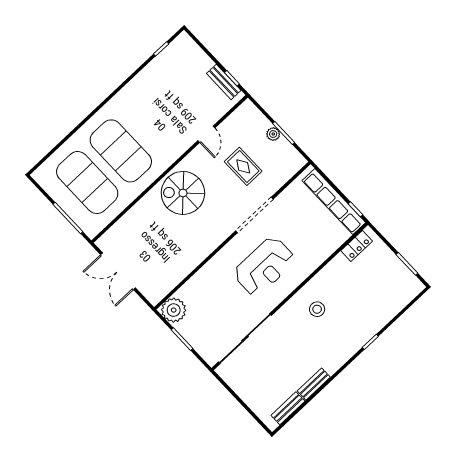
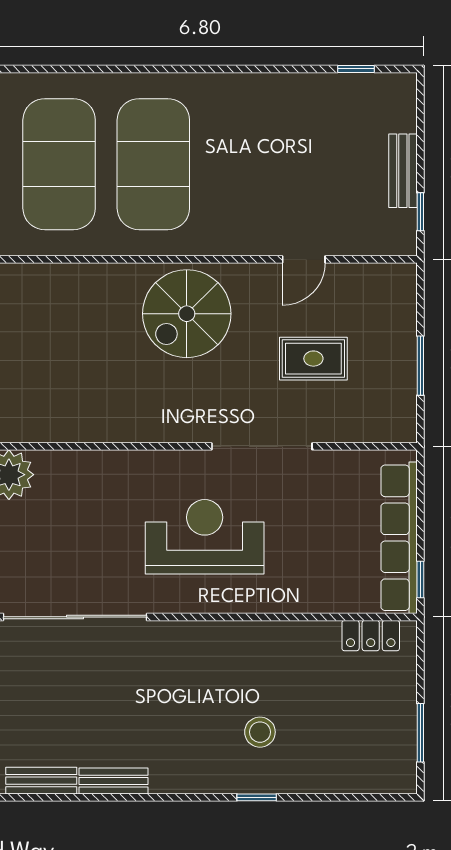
bench: (224, 82) -> (403, 171), moved
plant: (273, 134) -> (403, 353), removed
rug: (243, 166) -> (313, 359), turned 90
spiral stairs: (183, 193) -> (187, 314), turned -90
reception desk: (264, 266) -> (205, 537), turned 180
stool: (317, 309) -> (260, 732), moved

